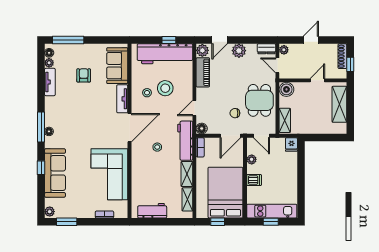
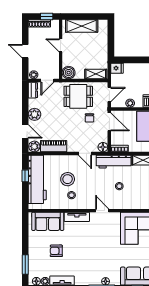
window: (68, 40) -> (25, 264), width x0.69
door: (129, 128) -> (102, 211), width x0.53

